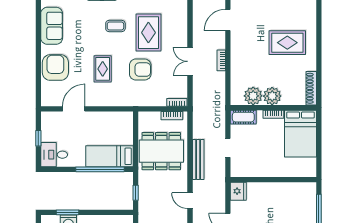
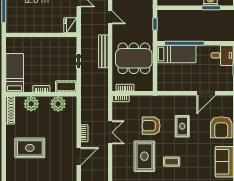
door: (228, 20) -> (79, 156), moved
plant: (272, 96) -> (31, 104), moved
bed: (300, 134) -> (15, 73), width x0.67

